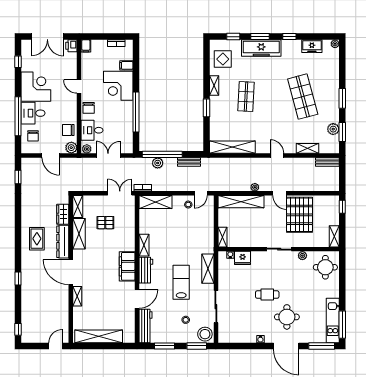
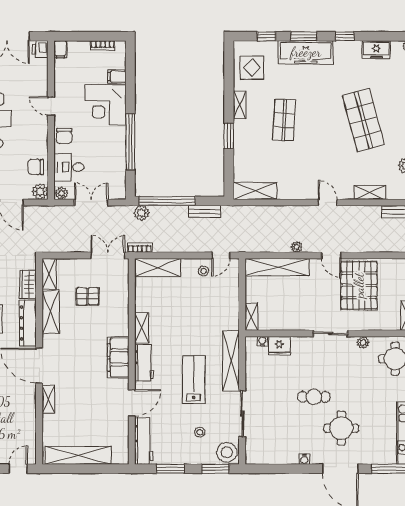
shelving: (232, 147) -> (255, 191), width x0.68
plant: (158, 163) -> (142, 213), moved
shelving: (208, 269) -> (231, 361), width x1.47

